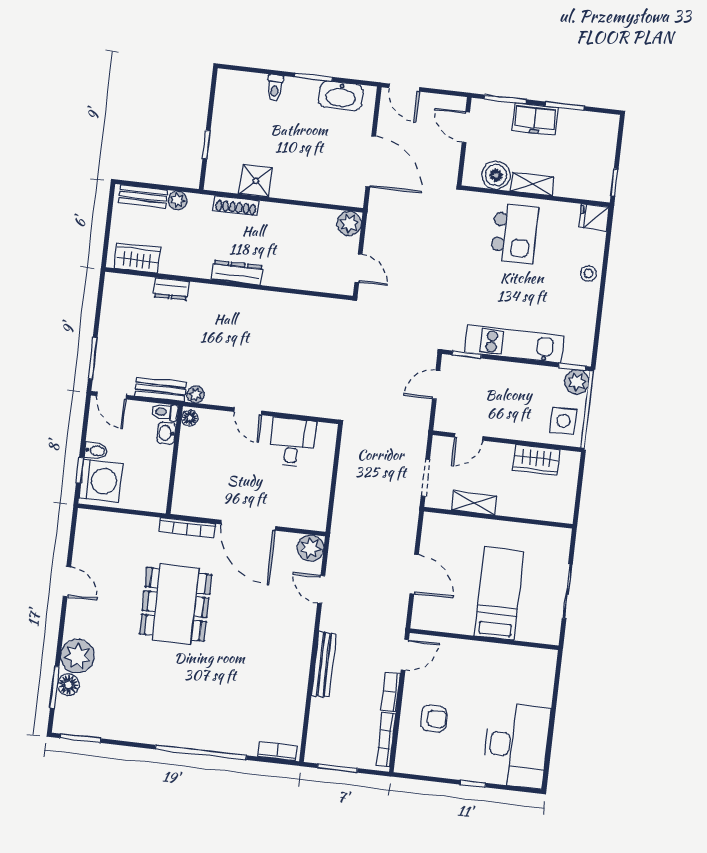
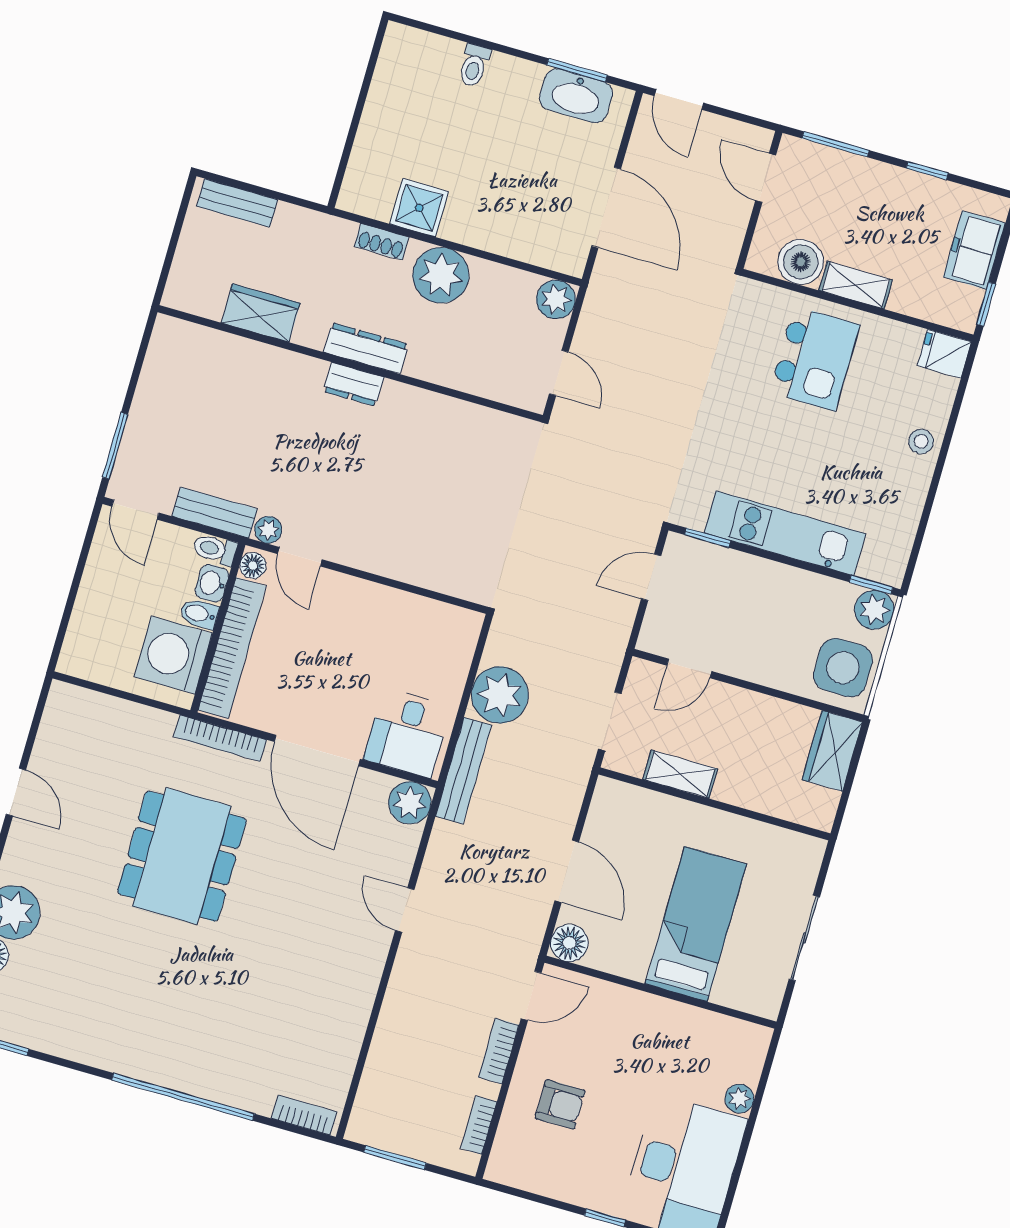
window: (313, 77) -> (577, 70), moved
window: (565, 106) -> (927, 171), width x0.67
freezer: (535, 119) -> (974, 250), moved, turned 90
window: (206, 145) -> (351, 138), removed
plant: (178, 201) -> (441, 275), moved, width x1.87, depth x1.87
shoe rack: (236, 206) -> (382, 242), width x0.70
wardrobe: (137, 258) -> (261, 313), moved
dresser: (171, 289) -> (354, 384), moved
door: (248, 411) -> (300, 557), moved
side table: (563, 421) -> (843, 668), width x1.37, depth x1.37
desk: (292, 443) -> (407, 733), moved, turned 180
bidet: (96, 451) -> (199, 614), moved, turned 180
wardrobe: (536, 460) -> (832, 751), moved, turned 90
window: (80, 470) -> (65, 619), removed
bookcase: (185, 471) -> (232, 648), added
plant: (355, 472) -> (500, 695), added
washing machine: (101, 481) -> (173, 655), moved, turned 180
door: (321, 589) -> (405, 910), moved
floor lamp: (423, 618) -> (569, 943), added
bench: (324, 665) -> (463, 771), moved
plant: (544, 697) -> (739, 1099), added
bookcase: (386, 740) -> (479, 1125), width x0.64

